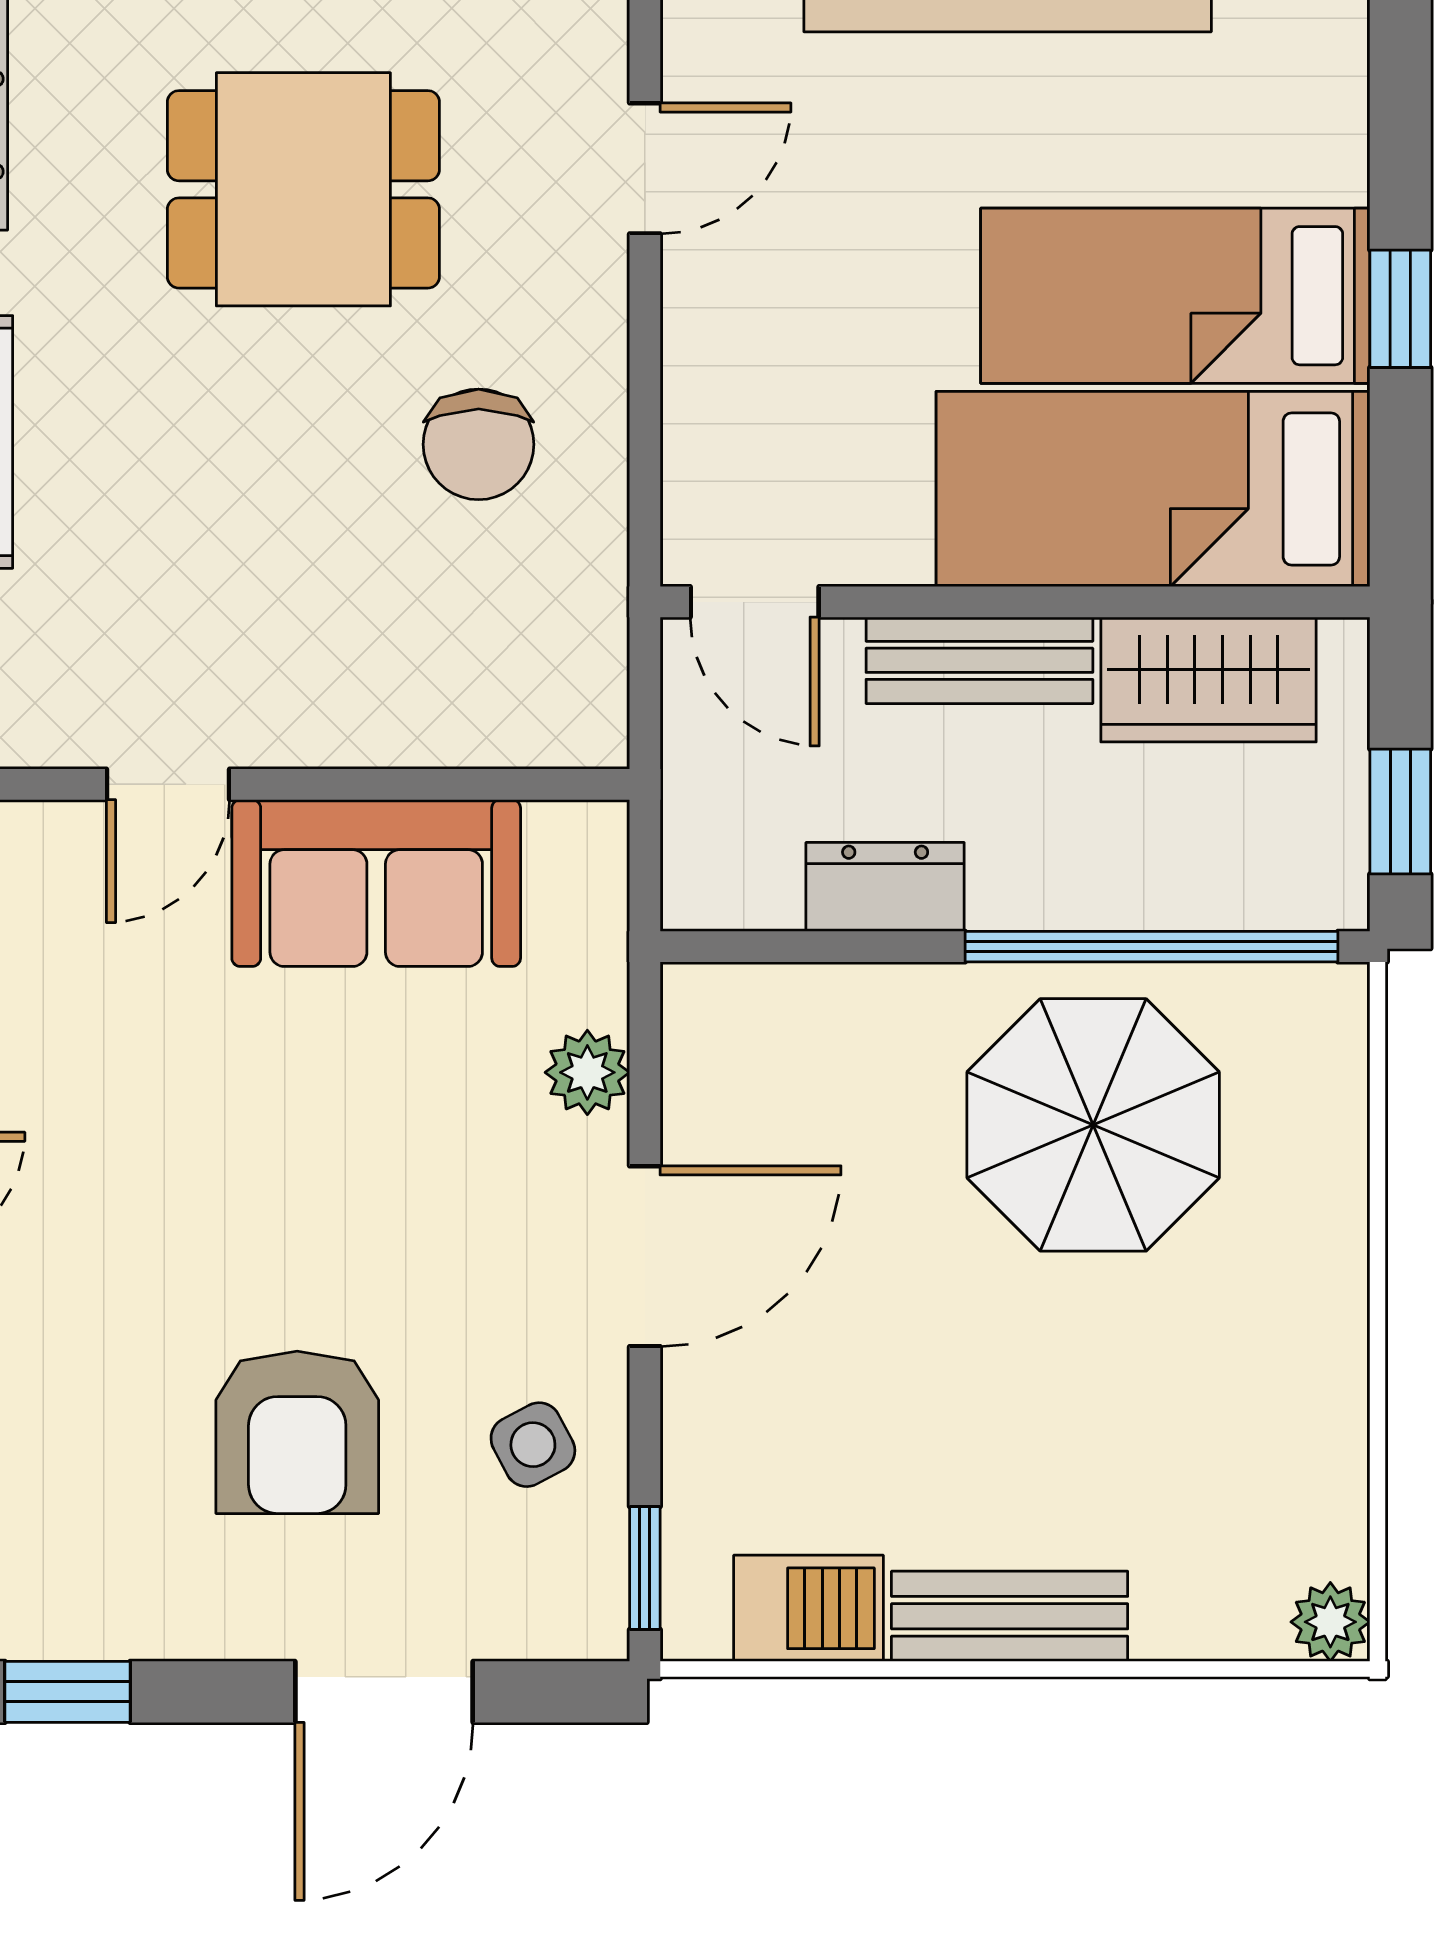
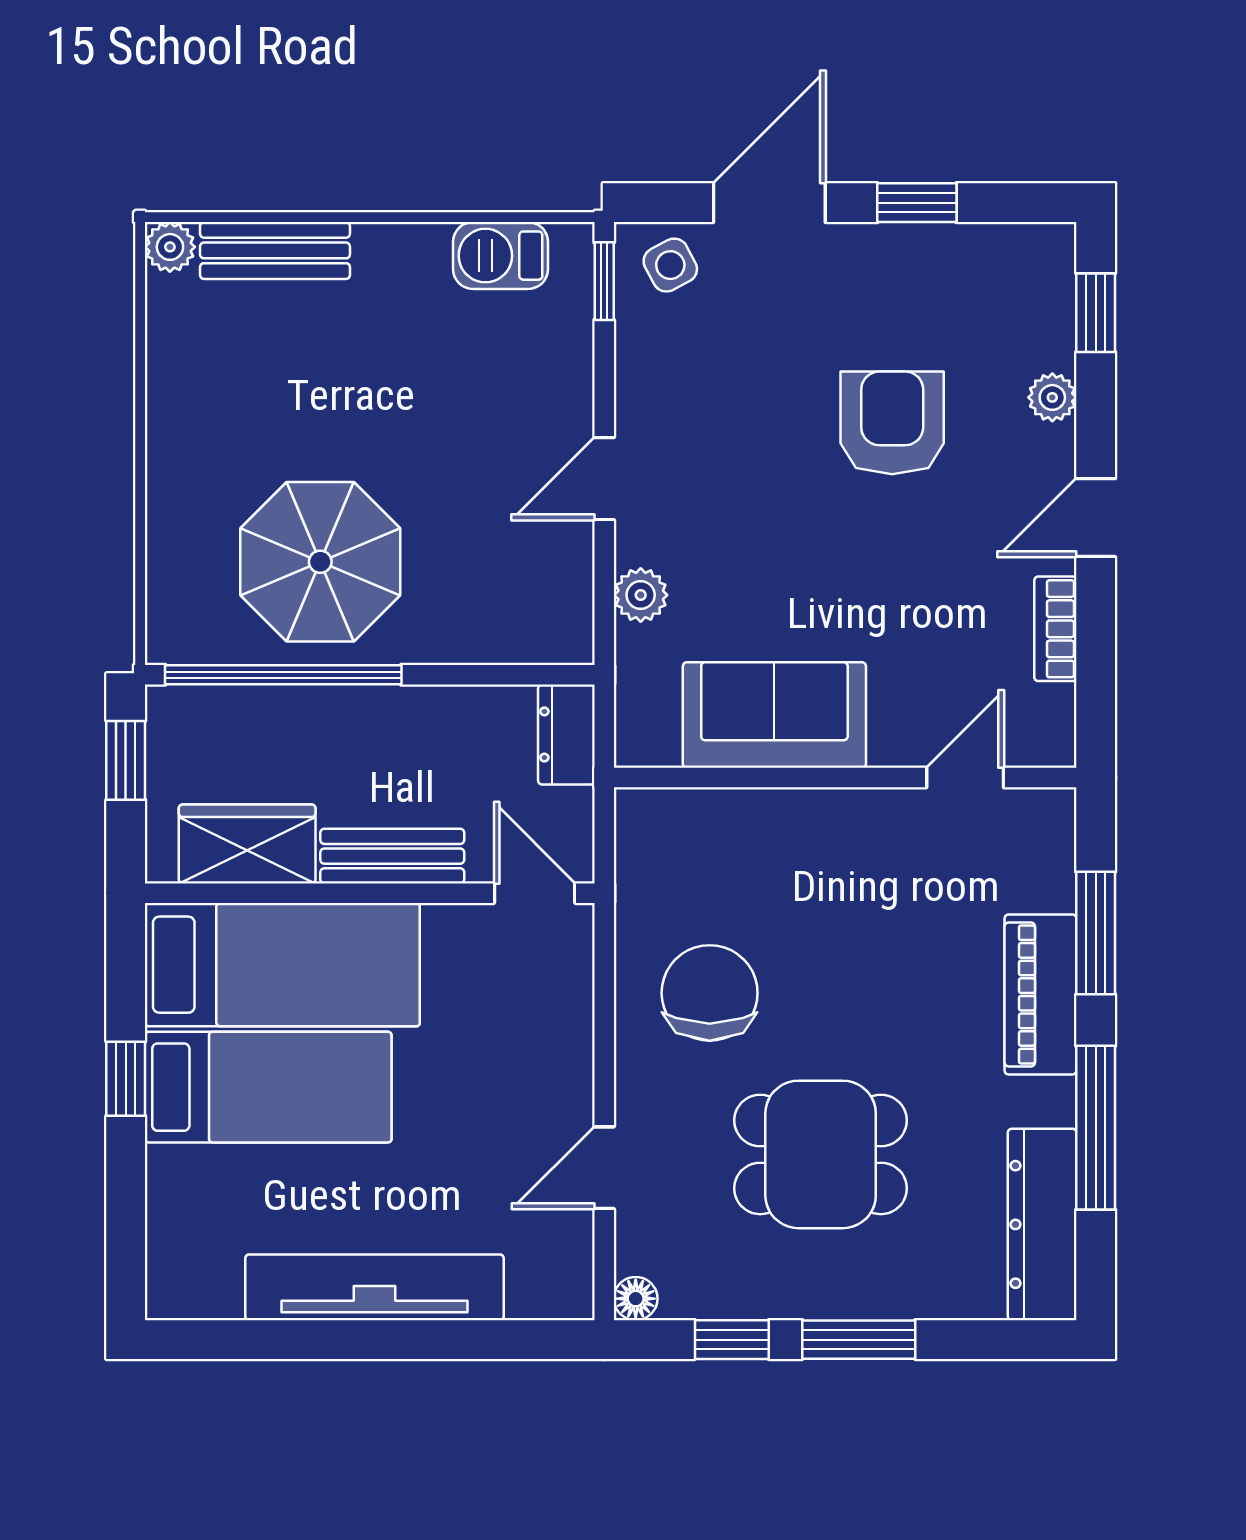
chair: (479, 444) -> (710, 993), width x1.37, depth x1.37
door: (168, 784) -> (965, 778), moved
dresser: (885, 887) -> (566, 734), moved, turned 90
door: (645, 1256) -> (604, 479), width x0.73
armchair: (297, 1432) -> (892, 423), moved
side table: (533, 1445) -> (670, 265), moved
bench: (1010, 1616) -> (275, 250), moved
window: (68, 1692) -> (917, 203), moved

